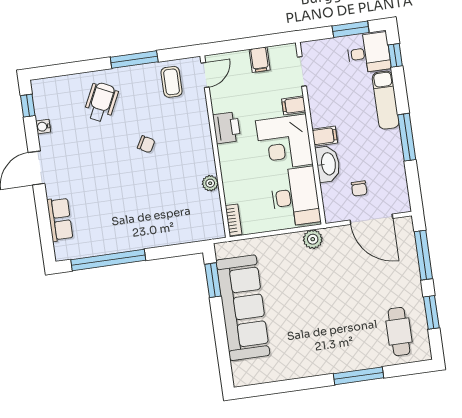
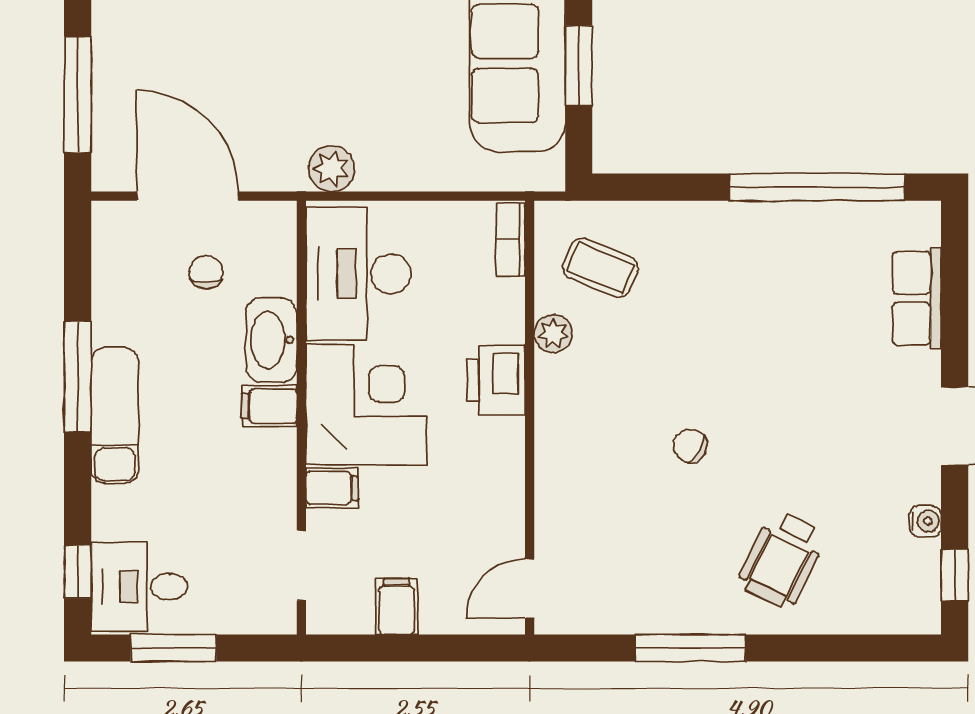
coffee table: (172, 82) -> (600, 268), moved, turned -68
exam couch: (386, 100) -> (115, 415), moved
printer: (227, 128) -> (496, 380), moved
window: (213, 280) -> (579, 66), moved

